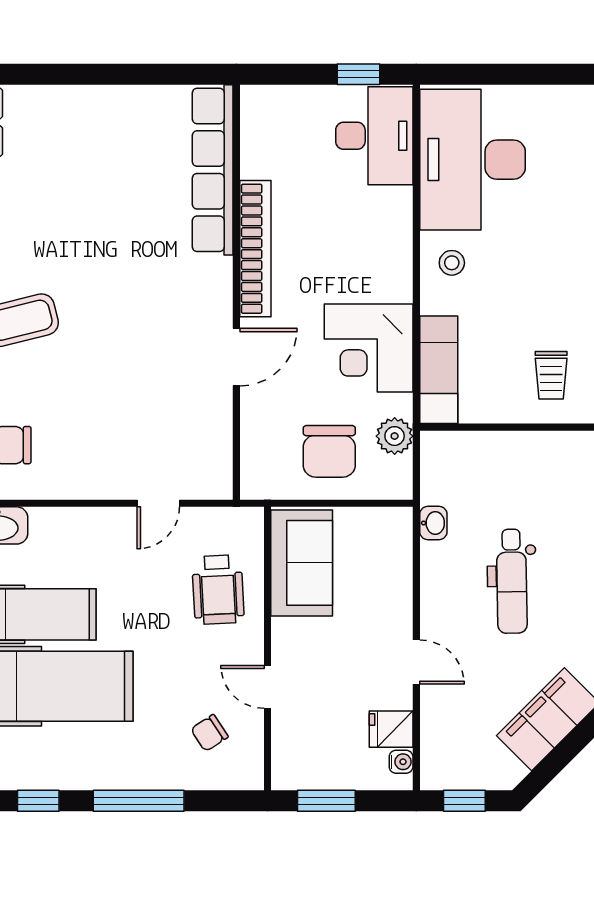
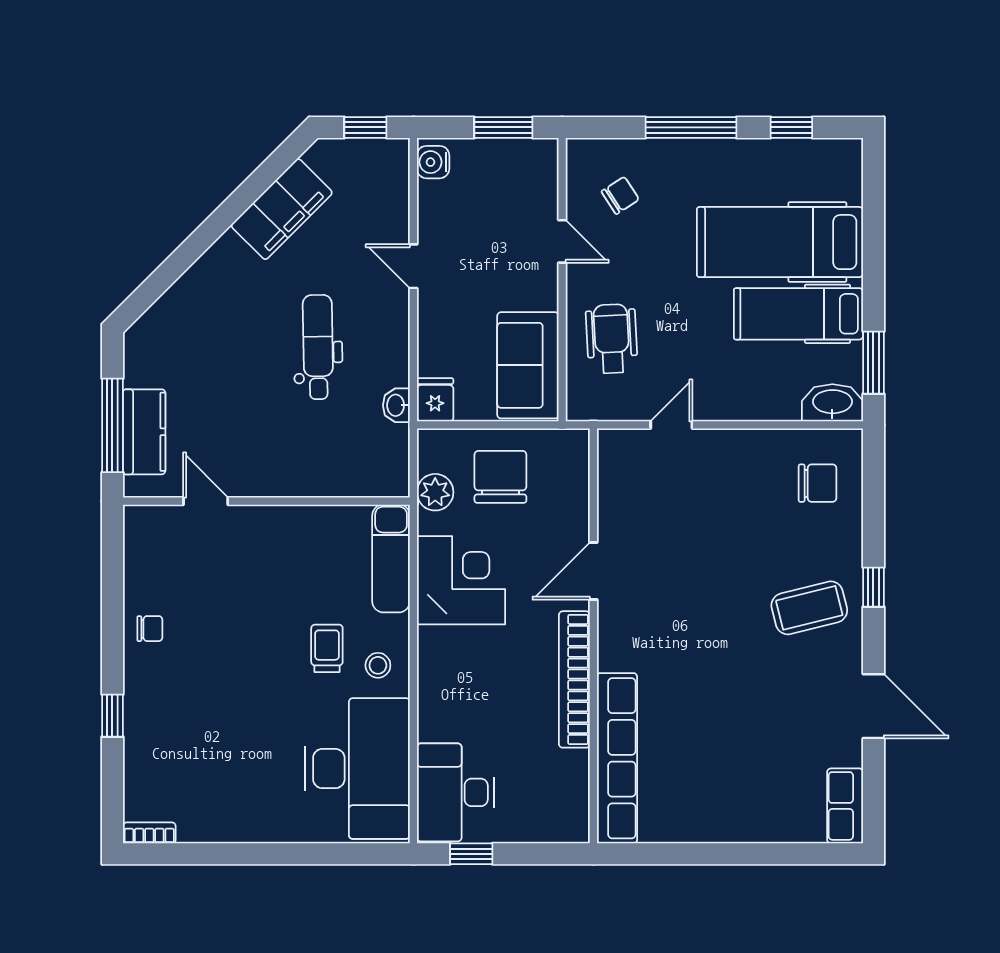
trolley: (551, 375) -> (327, 648), moved
fridge: (391, 729) -> (435, 400), moved, turned -90
water cooler: (401, 762) -> (433, 162), width x1.38, depth x1.38

